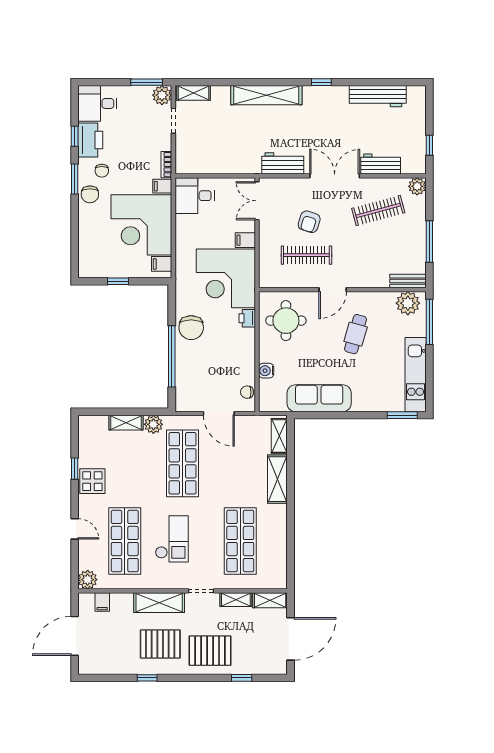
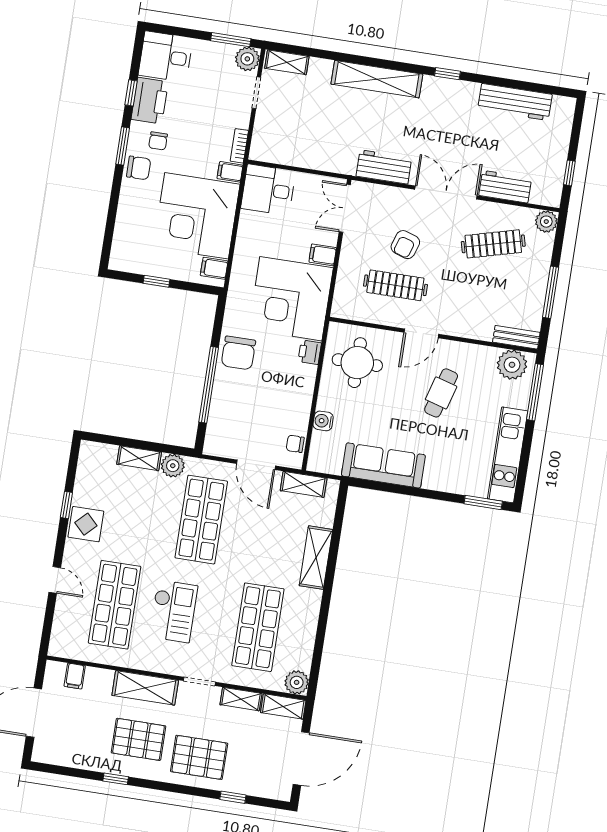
chair: (90, 194) -> (139, 168), turned -90
shelving: (279, 436) -> (304, 484), moved, turned 90
plant: (88, 580) -> (297, 682), moved

